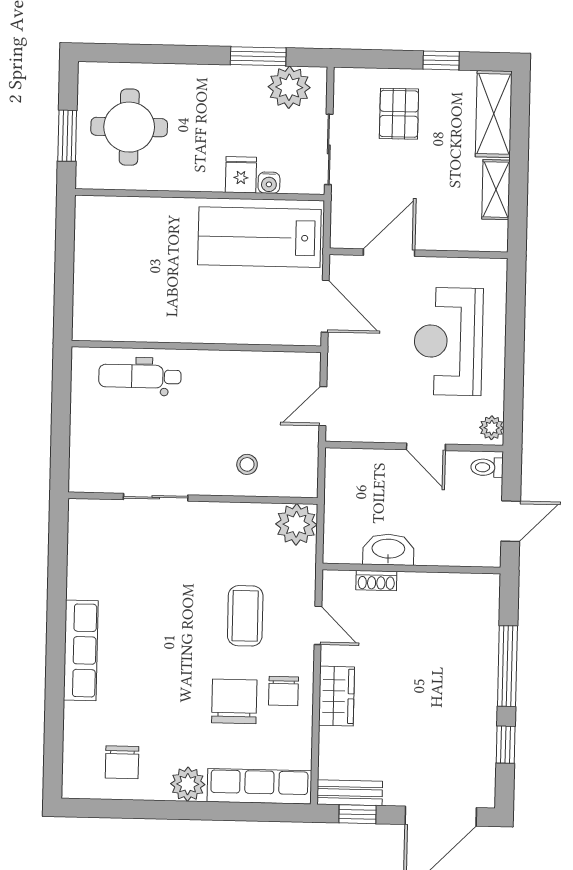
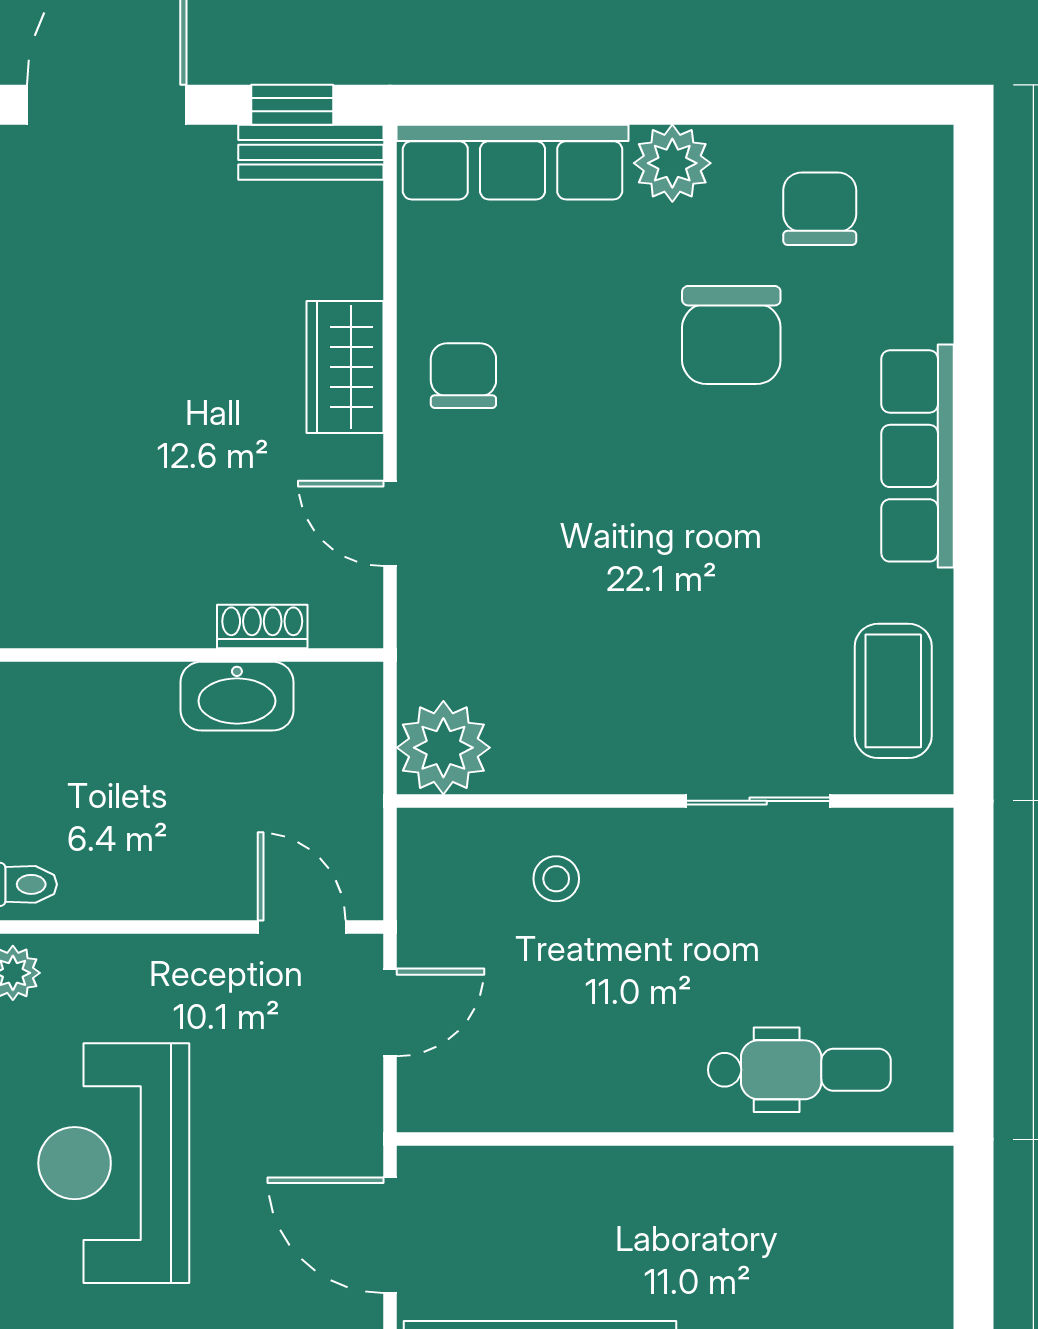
reception desk: (448, 341) -> (114, 1163), turned 180
door: (426, 447) -> (302, 927), moved
coffee table: (245, 616) -> (893, 691), moved
chair: (234, 701) -> (731, 335), moved

